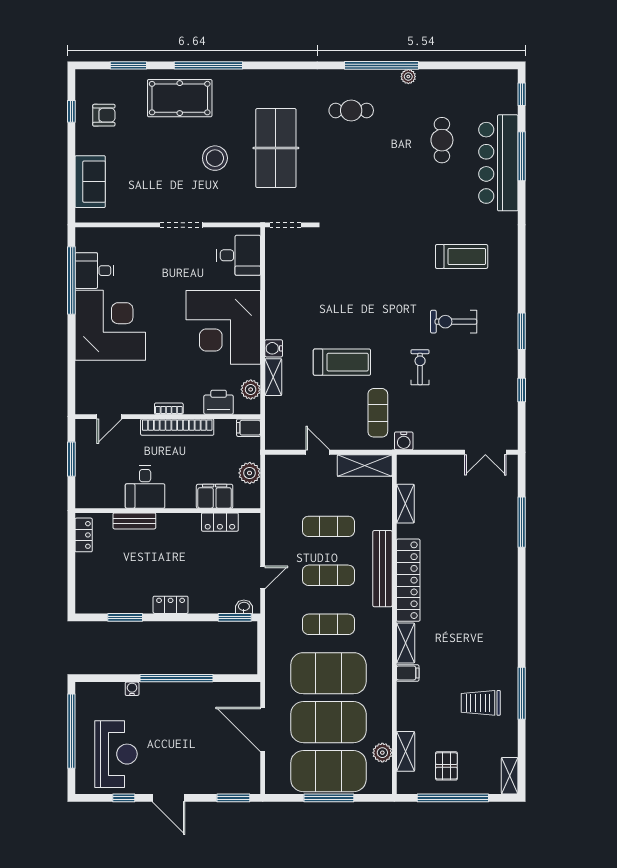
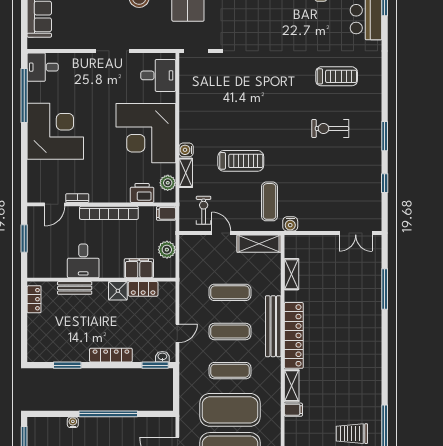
desk: (94, 271) -> (43, 67), moved
exercise bike: (420, 367) -> (204, 210), moved
bookcase: (169, 409) -> (77, 198), moved
shower: (188, 524) -> (118, 291), added
locker: (171, 605) -> (111, 355), width x1.53

